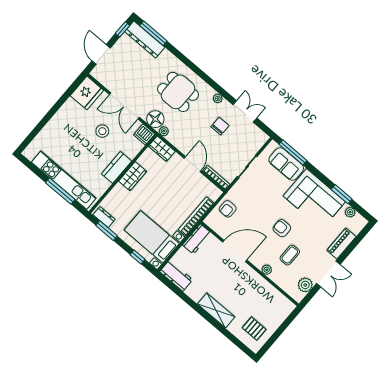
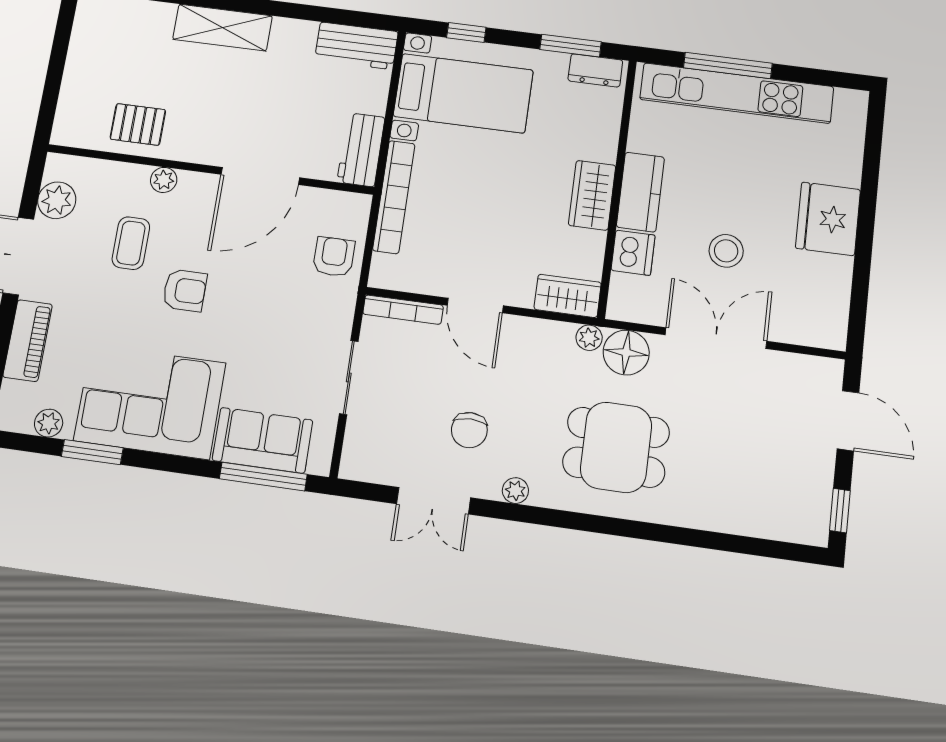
window: (153, 33) -> (763, 548), removed
dresser: (145, 40) -> (773, 520), removed
fridge: (87, 93) -> (828, 219), moved
dishwasher: (144, 134) -> (633, 253), moved, turned 90
pallet: (254, 329) -> (138, 124), moved

